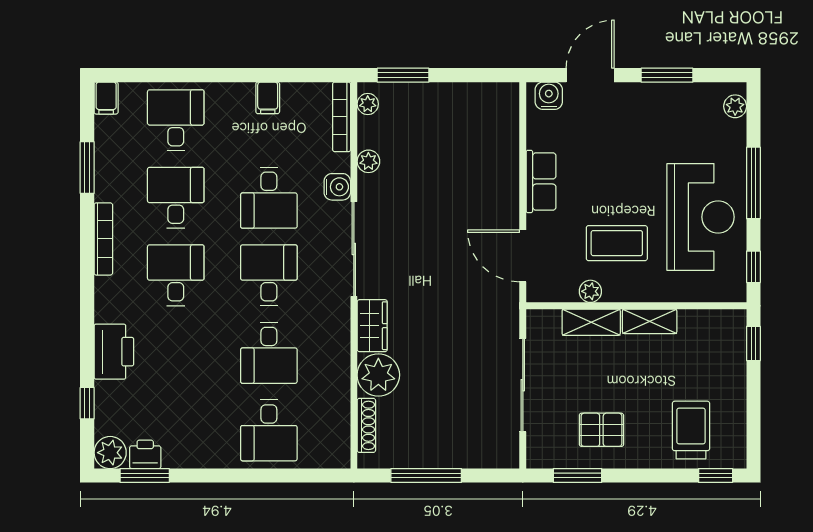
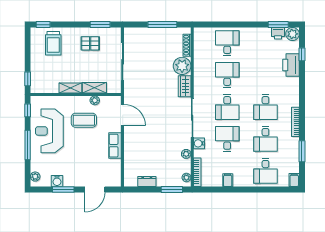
dresser: (464, 94) -> (147, 181), added
water cooler: (549, 96) -> (57, 181), moved
printer: (114, 352) -> (291, 65), moved

